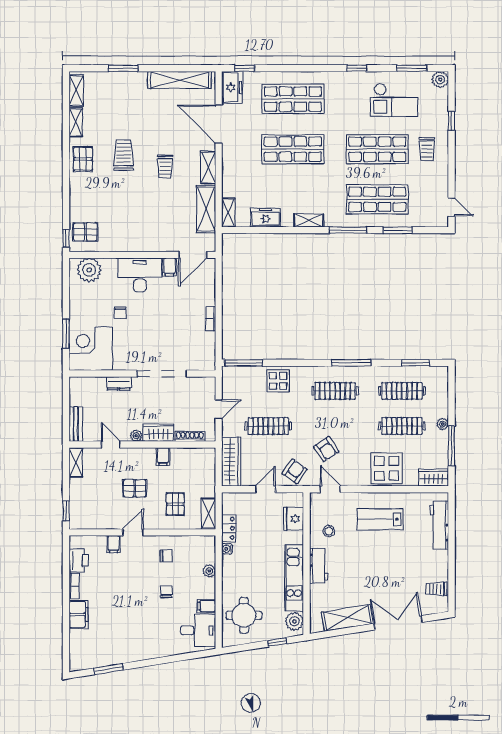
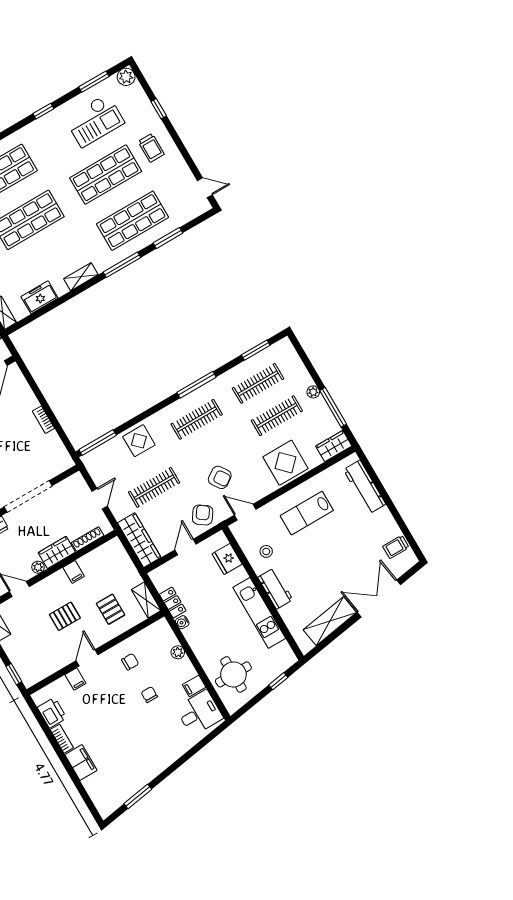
plant: (294, 621) -> (283, 653), removed

